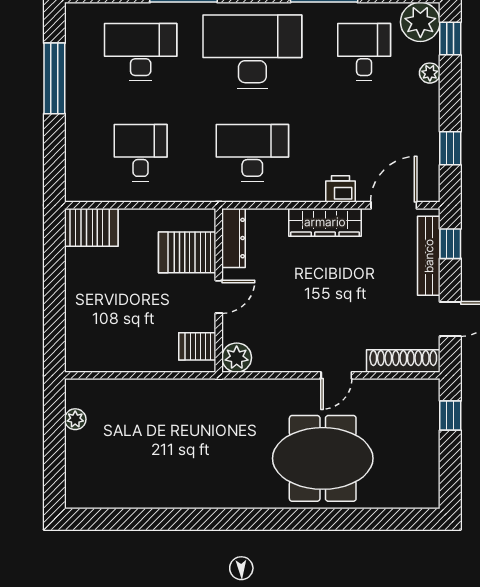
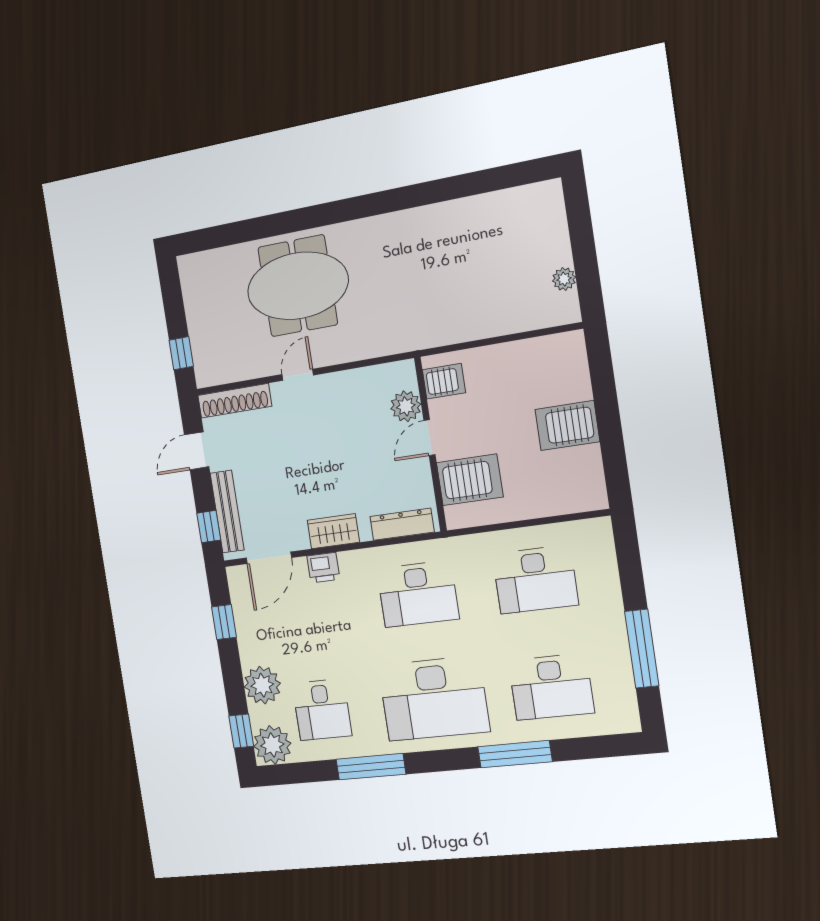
plant: (430, 73) -> (262, 685), width x1.87, depth x1.87
desk: (141, 153) -> (535, 579), width x1.37
wardrobe: (325, 222) -> (333, 531), width x0.67
server rack: (91, 227) -> (567, 426), moved
dresser: (234, 238) -> (402, 524), moved, turned 90
plant: (237, 358) -> (406, 406), moved

